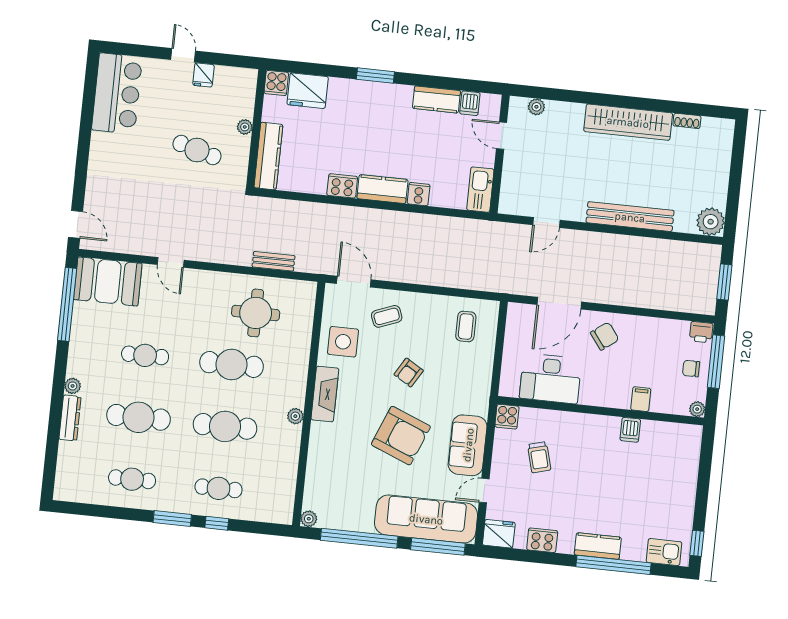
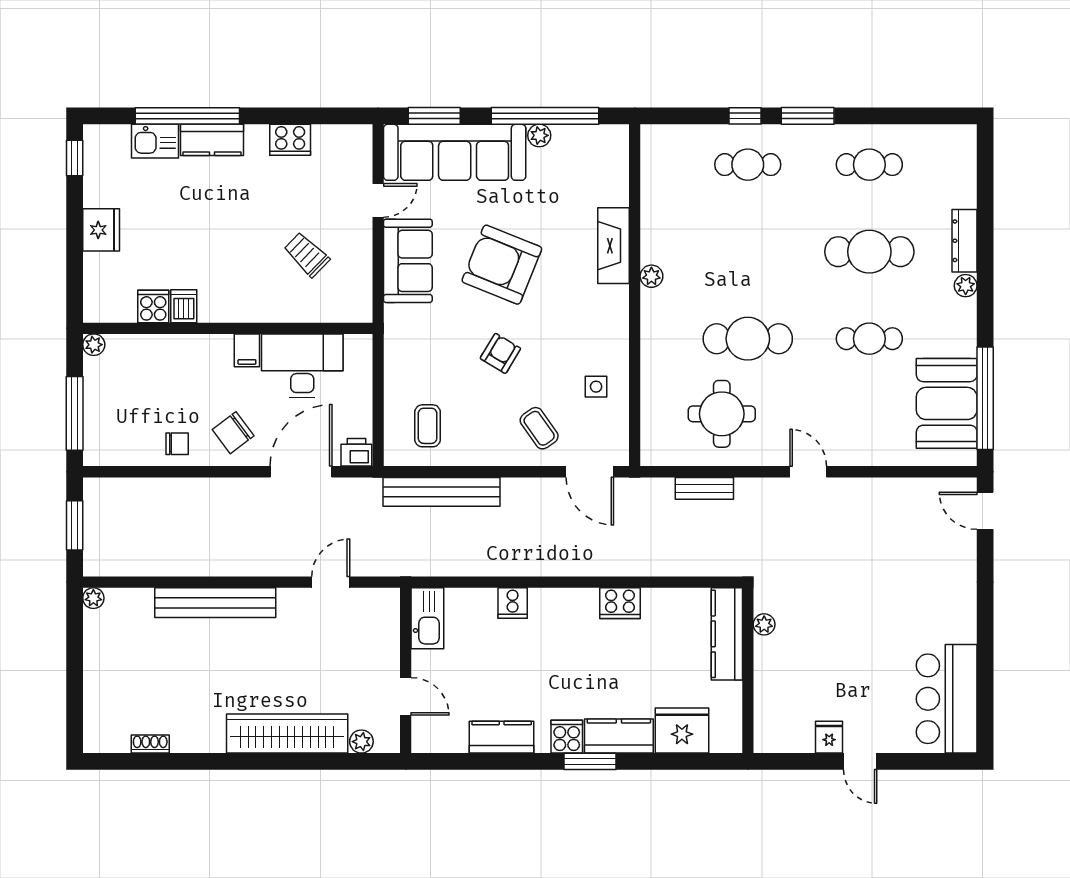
cooker: (276, 83) -> (567, 737), moved
dishwasher: (470, 103) -> (455, 737), removed
wardrobe: (628, 122) -> (287, 734), moved
plant: (245, 127) -> (764, 624), moved
cafe table: (197, 150) -> (827, 632), removed
kitchen counter: (382, 189) -> (619, 736), moved, turned 180
plant: (711, 222) -> (93, 598), width x0.53, depth x0.53
door: (171, 262) -> (808, 472), moved
bench: (461, 278) -> (442, 492), added
booth: (108, 281) -> (947, 403), moved, turned 90
coffee table: (387, 316) -> (539, 428), turned 76
printer: (701, 332) -> (356, 452), moved
side table: (343, 342) -> (596, 387), width x0.54, depth x0.54
chair: (691, 369) -> (177, 444), moved
fireplace: (325, 394) -> (614, 246), moved
filing cabinet: (641, 399) -> (247, 350), moved
cooker: (507, 417) -> (153, 306), moved
cafe table: (225, 426) -> (748, 252), removed
trolley: (539, 457) -> (307, 255), turned -31
plant: (309, 519) -> (539, 135), moved
fridge: (499, 534) -> (101, 230), moved, turned -90
window: (438, 546) -> (434, 116), width x0.69
kitchen sink: (664, 552) -> (155, 141), moved

